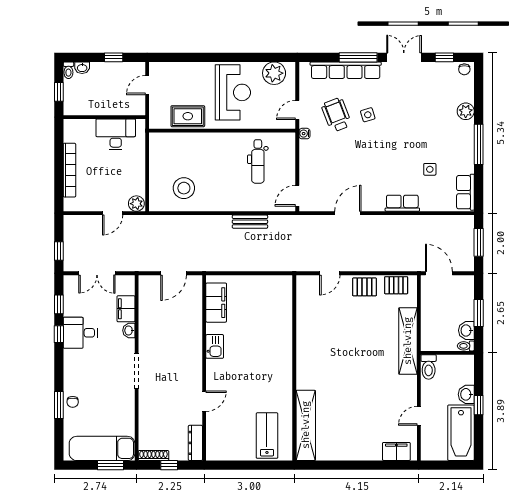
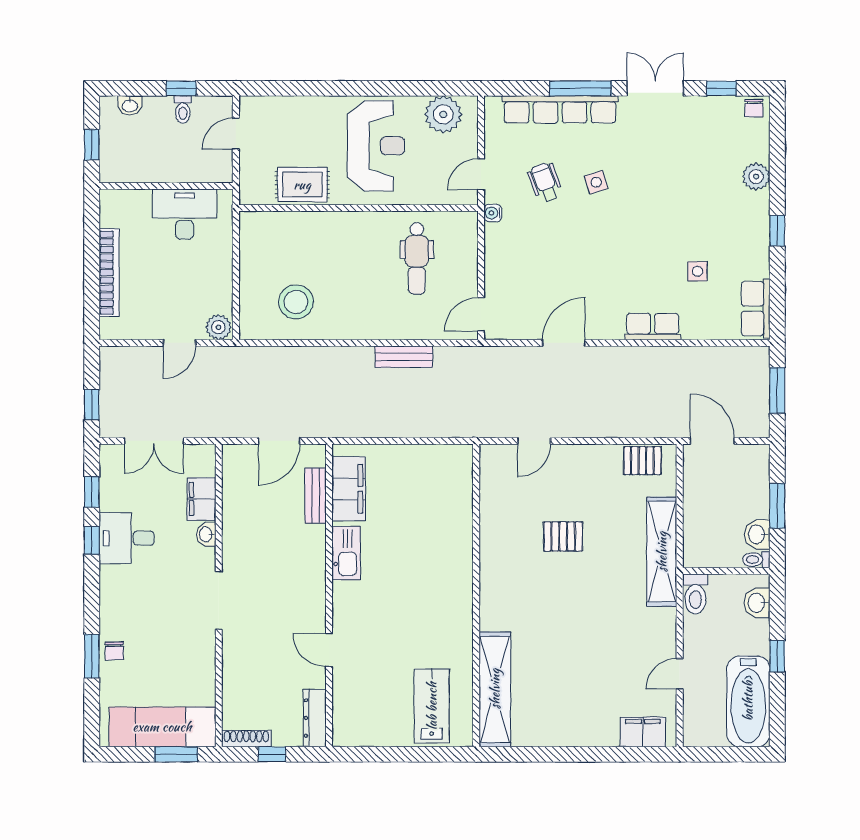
toilet: (68, 70) -> (183, 109), moved
wheelchair: (336, 115) -> (545, 182), width x0.73, depth x0.73
window: (479, 144) -> (777, 231), width x0.46
pallet: (364, 287) -> (563, 536), moved
bench: (196, 307) -> (316, 496), added
kitchen sink: (215, 346) -> (346, 553), width x1.38
washbasin: (466, 394) -> (757, 603), moved
door: (204, 401) -> (329, 650), swing flipped

